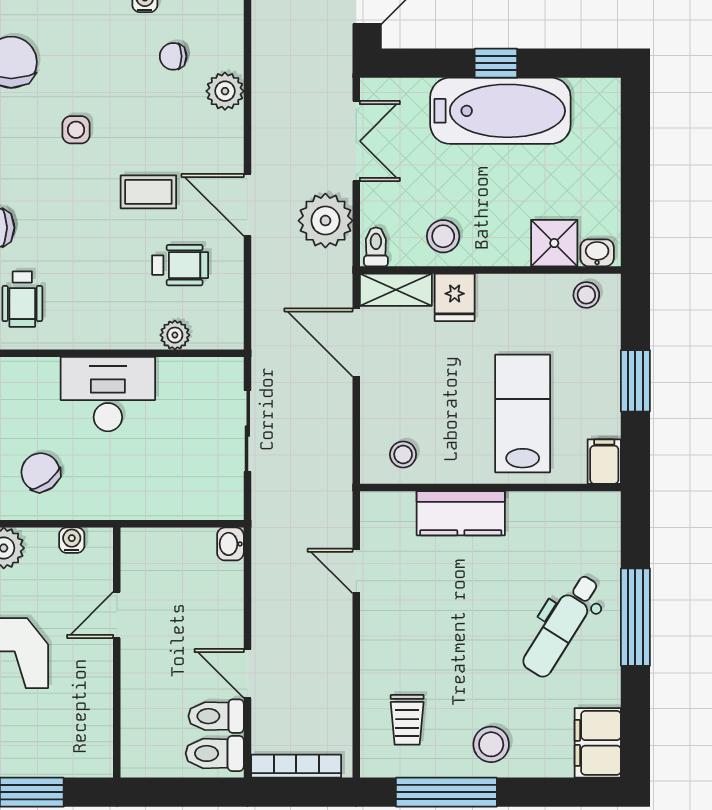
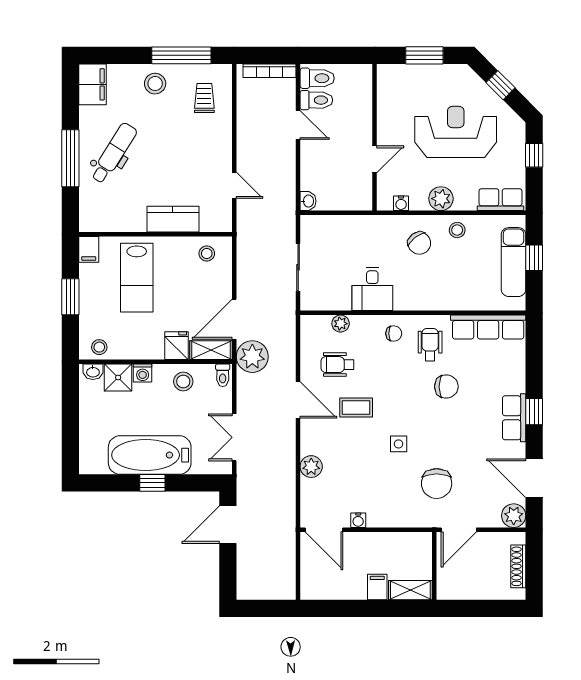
chair: (173, 56) -> (394, 333), moved
plant: (325, 221) -> (252, 357), moved
washing machine: (513, 251) -> (143, 373), added
door: (356, 342) -> (234, 319), swing flipped
desk: (108, 394) -> (372, 289), width x0.73

